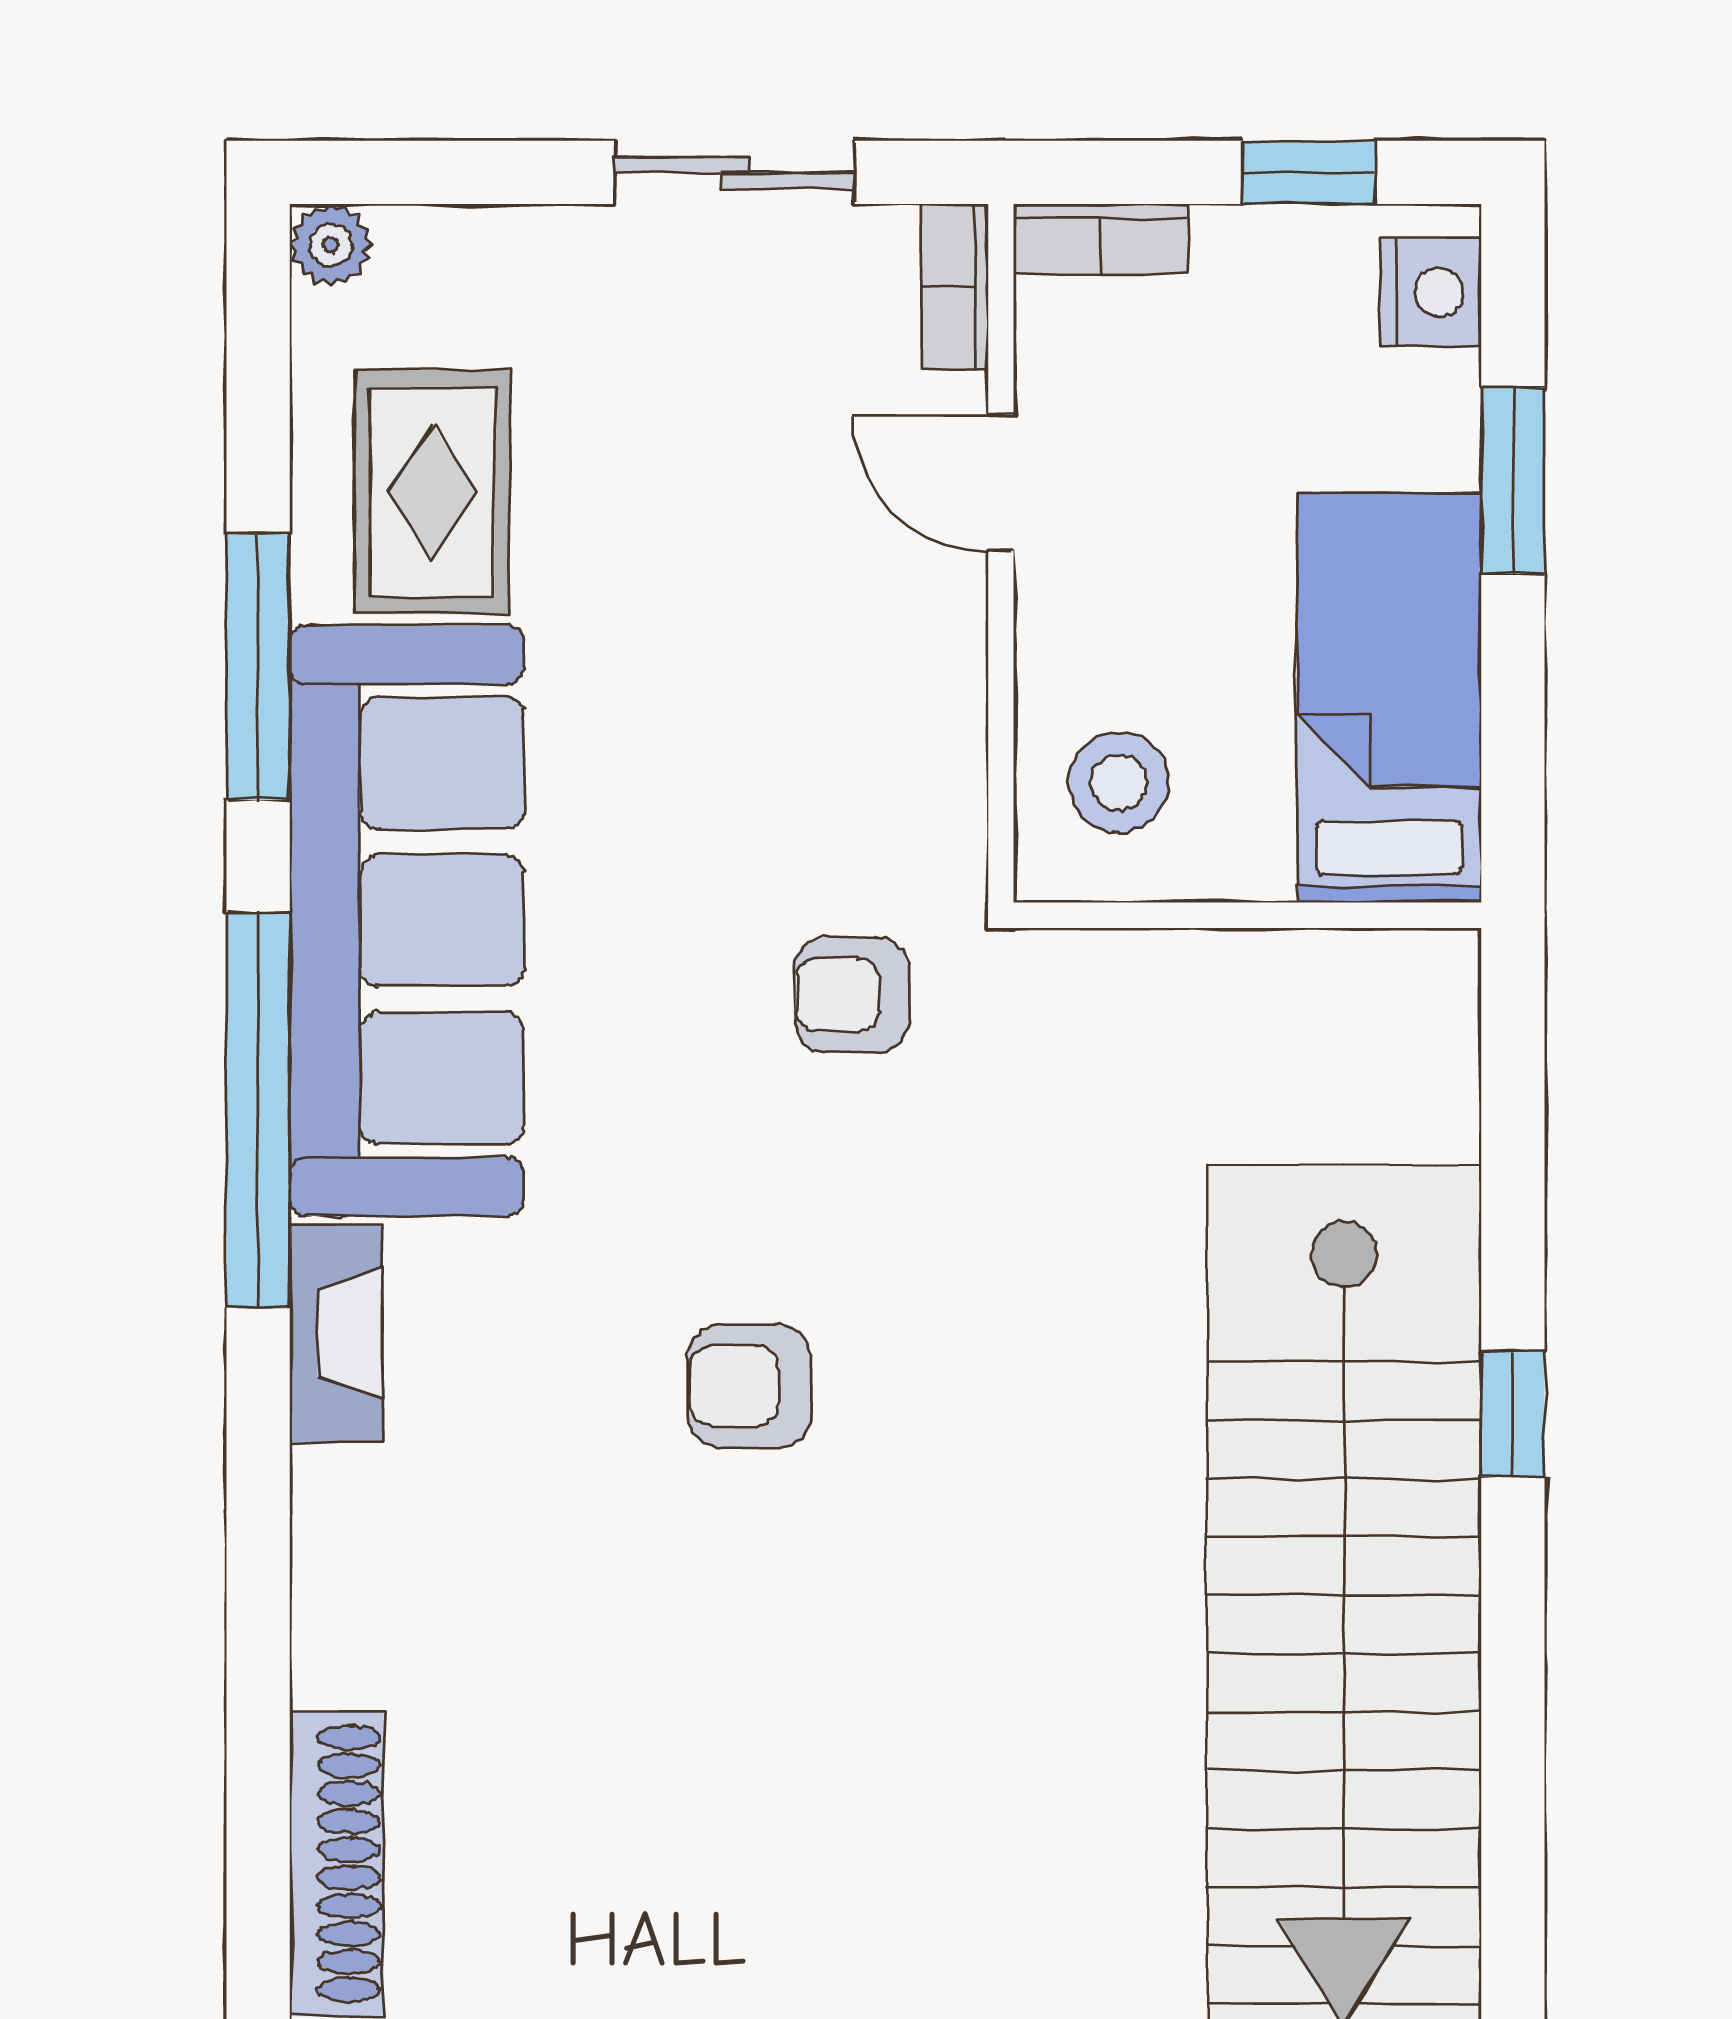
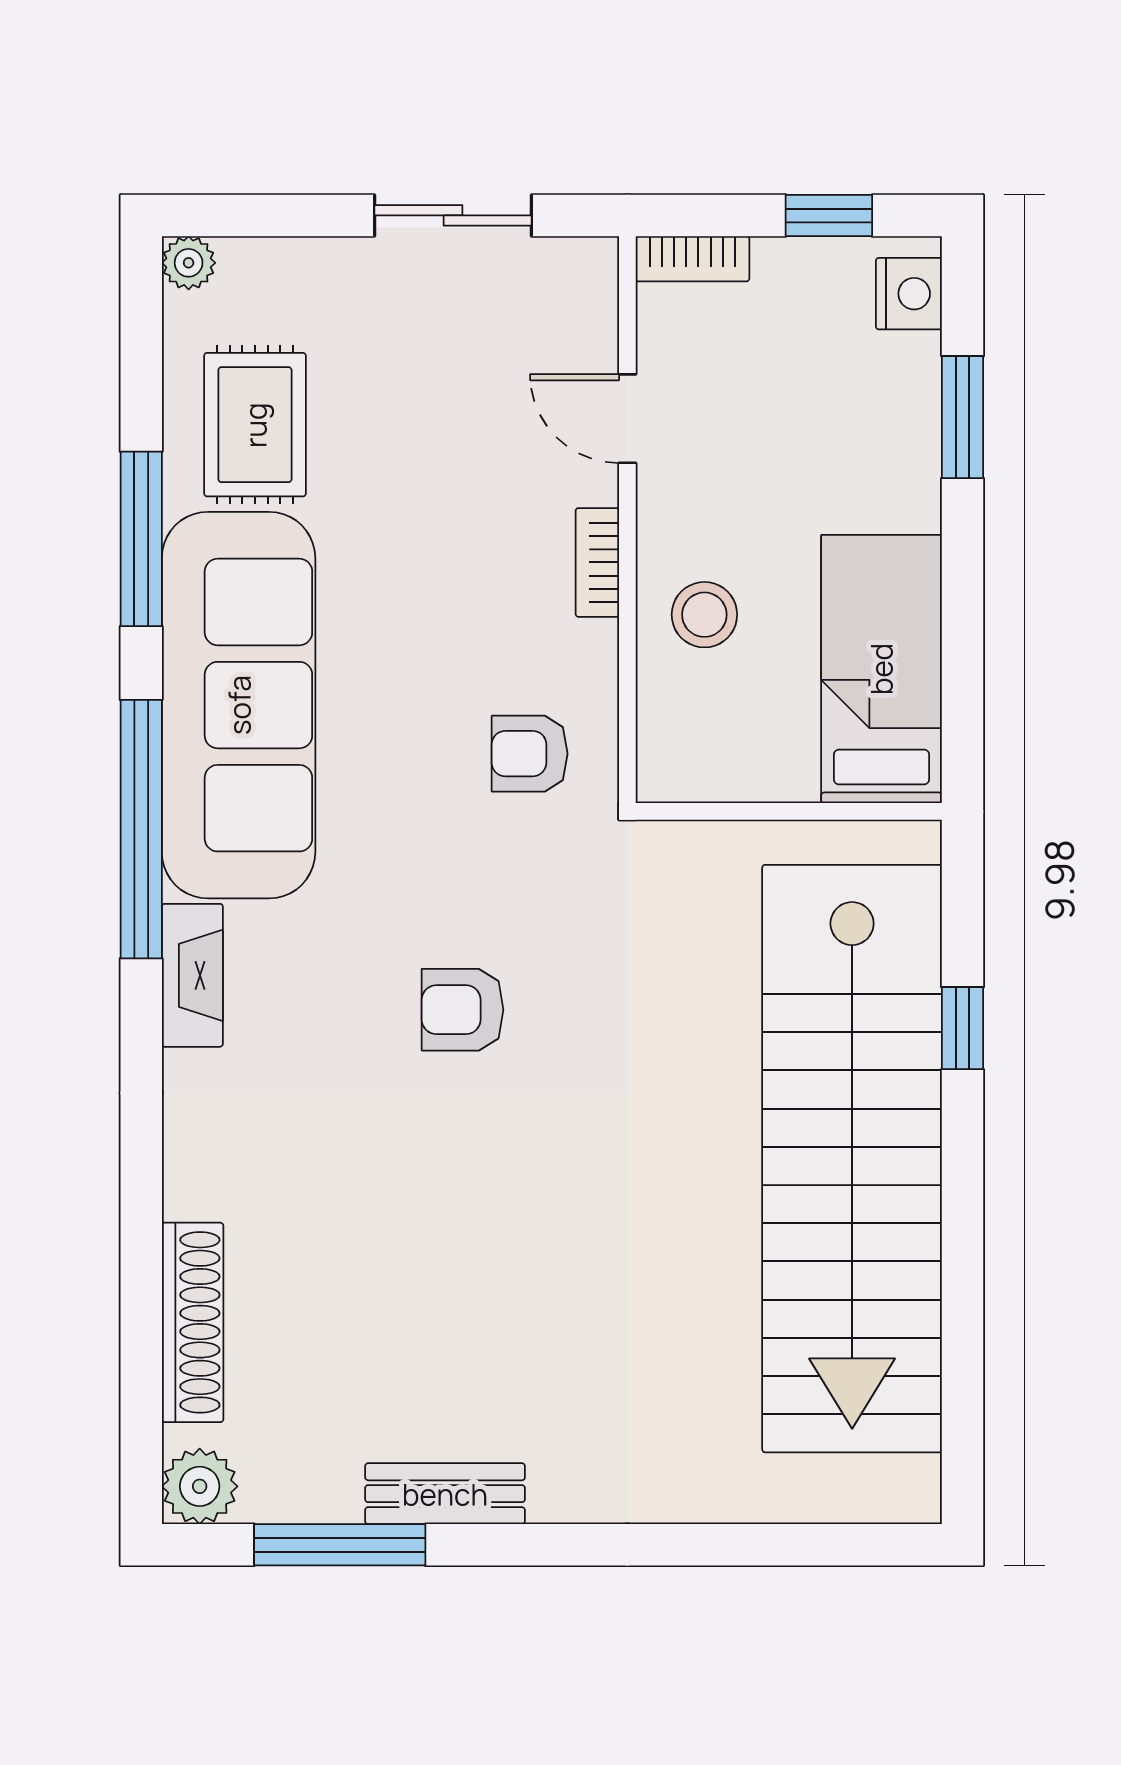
bookcase: (955, 287) -> (597, 562), moved
bed: (1389, 698) -> (881, 669), moved
wall: (1247, 915) -> (789, 811), moved

